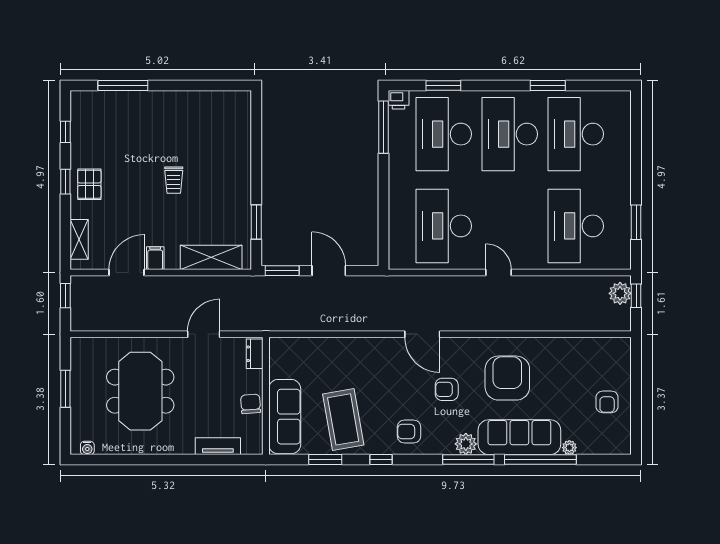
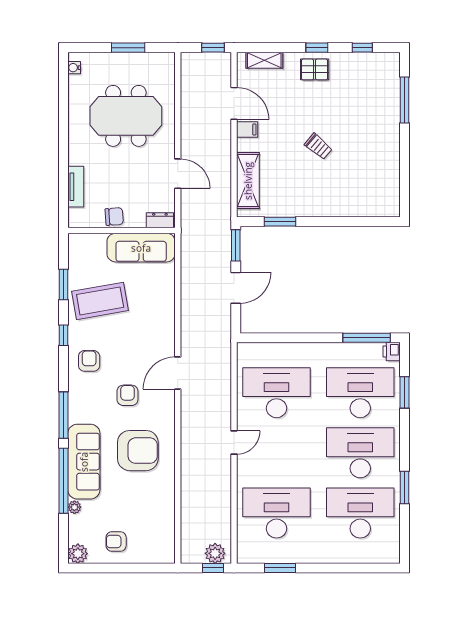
trolley: (174, 180) -> (318, 146), turned -140
sofa: (285, 417) -> (141, 248), moved
plant: (466, 444) -> (78, 554), moved

